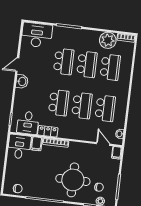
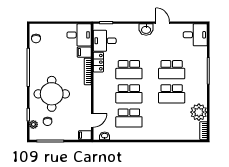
desk: (37, 35) -> (195, 35), width x0.73
school desk: (110, 67) -> (172, 118), removed

